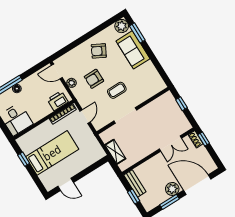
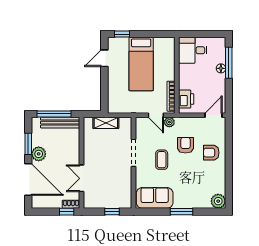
window: (137, 33) -> (181, 212), moved
sofa: (133, 50) -> (155, 198), moved
armchair: (99, 51) -> (211, 153), moved, turned -118
plant: (71, 83) -> (169, 122), moved
window: (24, 159) -> (122, 34), moved
bench: (135, 183) -> (60, 123), width x1.36
door: (197, 185) -> (28, 179), hinge flipped
window: (134, 196) -> (54, 114), width x2.17

